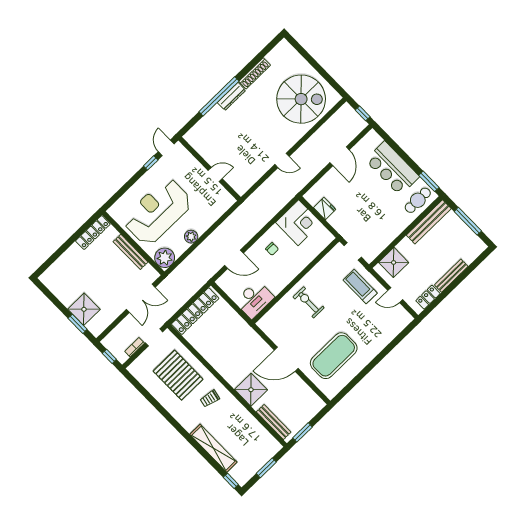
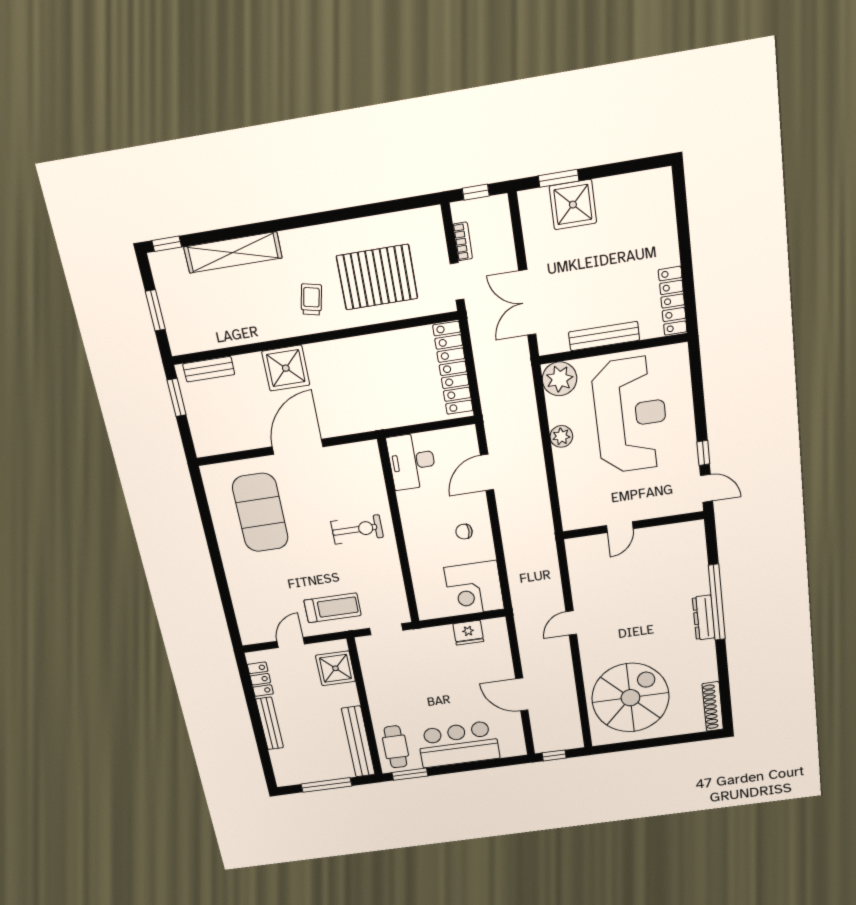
shoe rack: (255, 73) -> (713, 706), moved
spiral stairs: (301, 99) -> (630, 698), turned 180
bench: (274, 422) -> (209, 369), width x0.73

